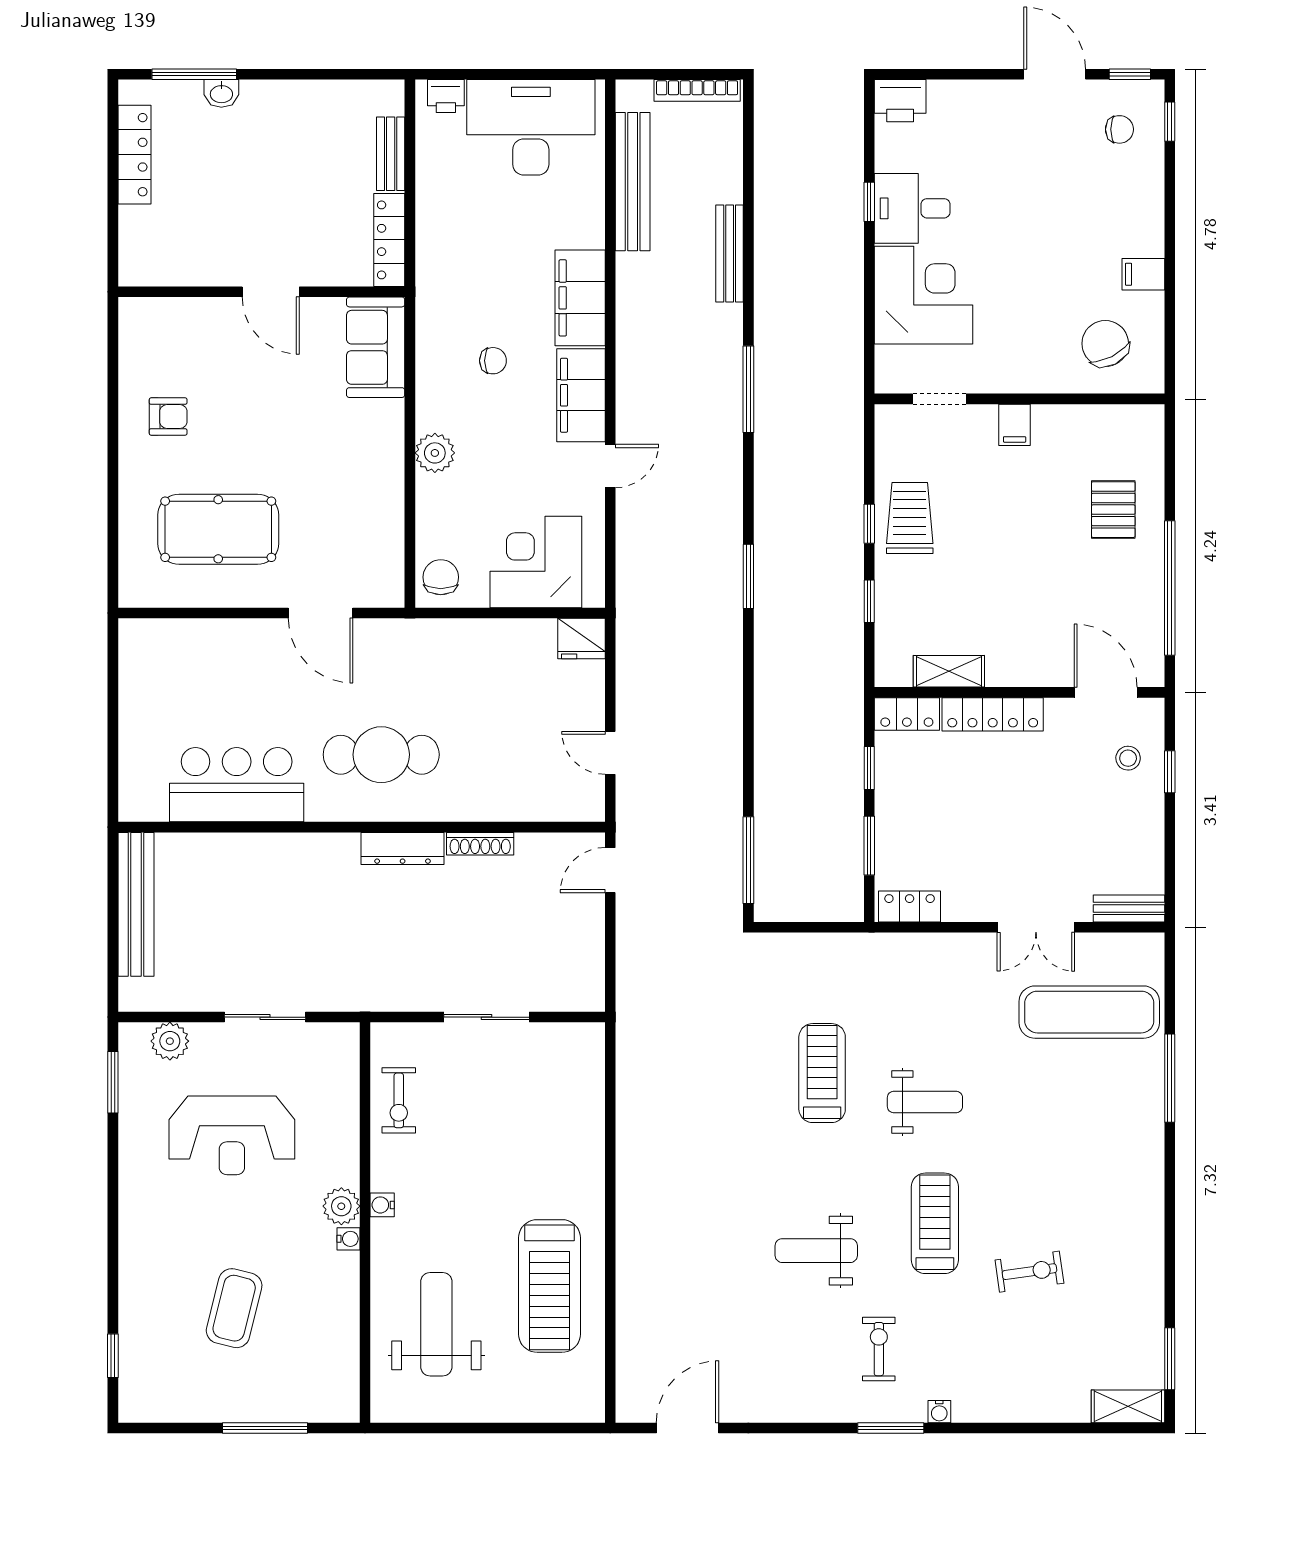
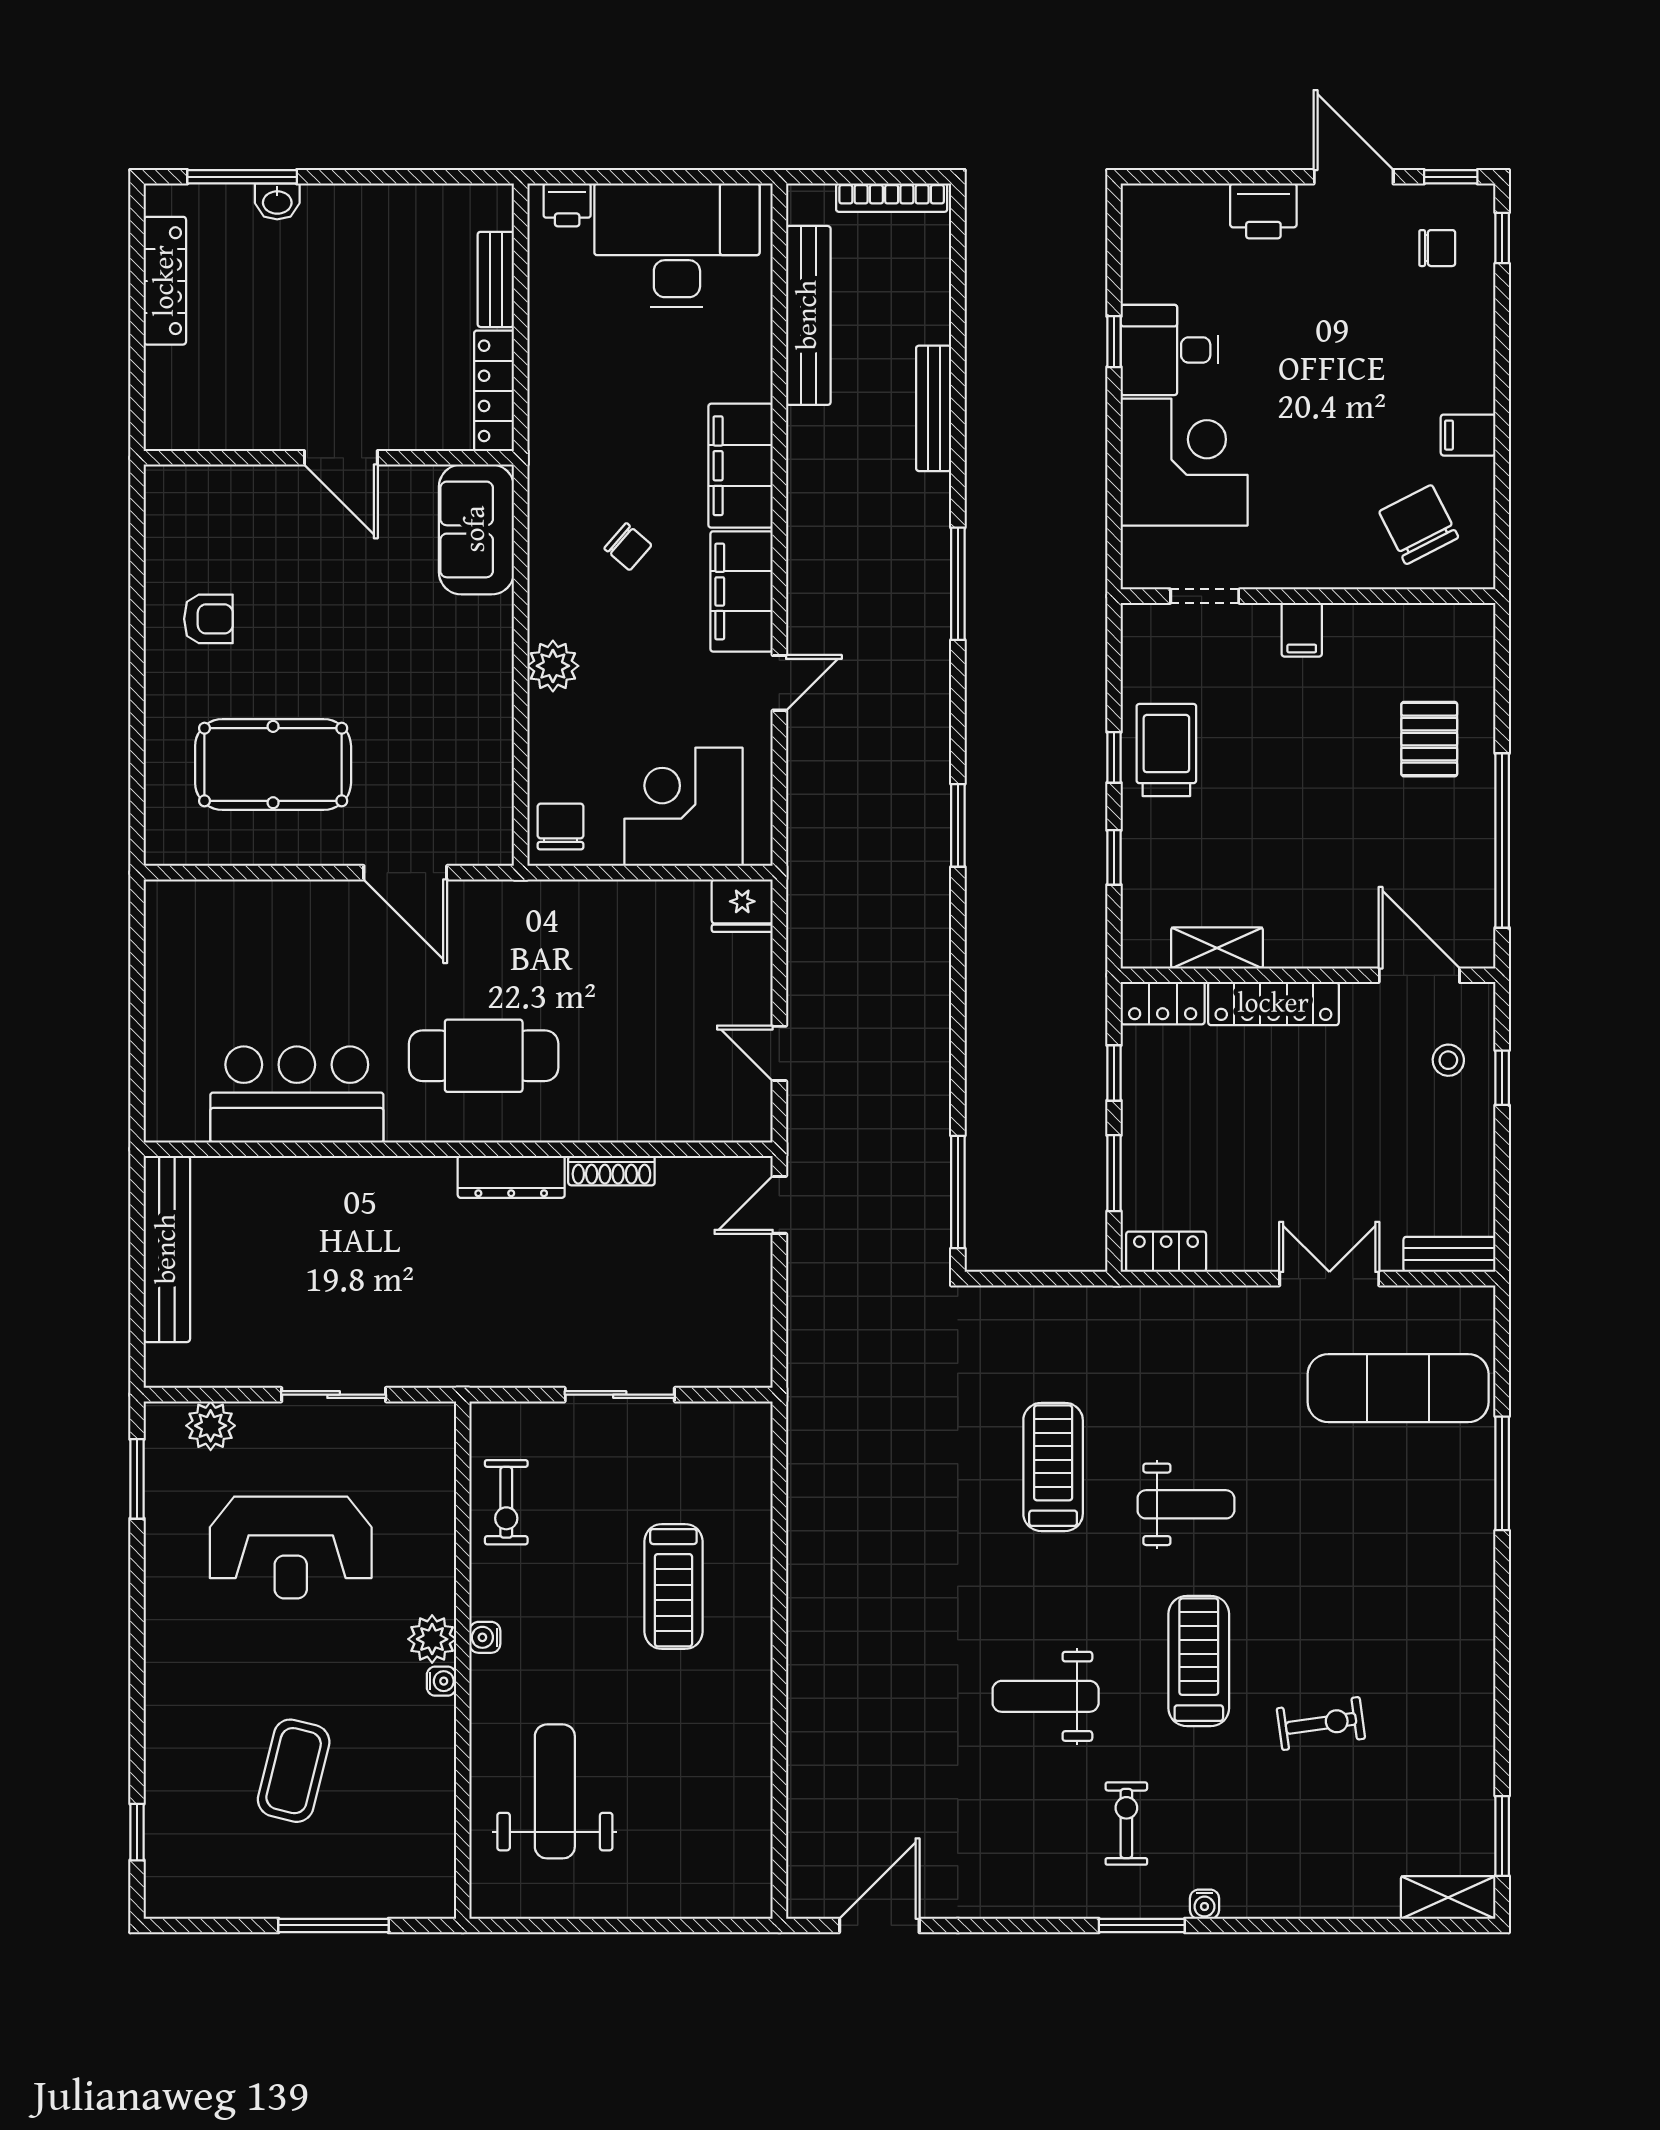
printer: (900, 101) -> (1263, 211), moved
chair: (493, 361) -> (628, 547), turned 41
double door: (1036, 927) -> (1329, 1279), swing flipped
treadmill: (550, 1286) -> (673, 1586), moved, width x0.73, depth x0.73

